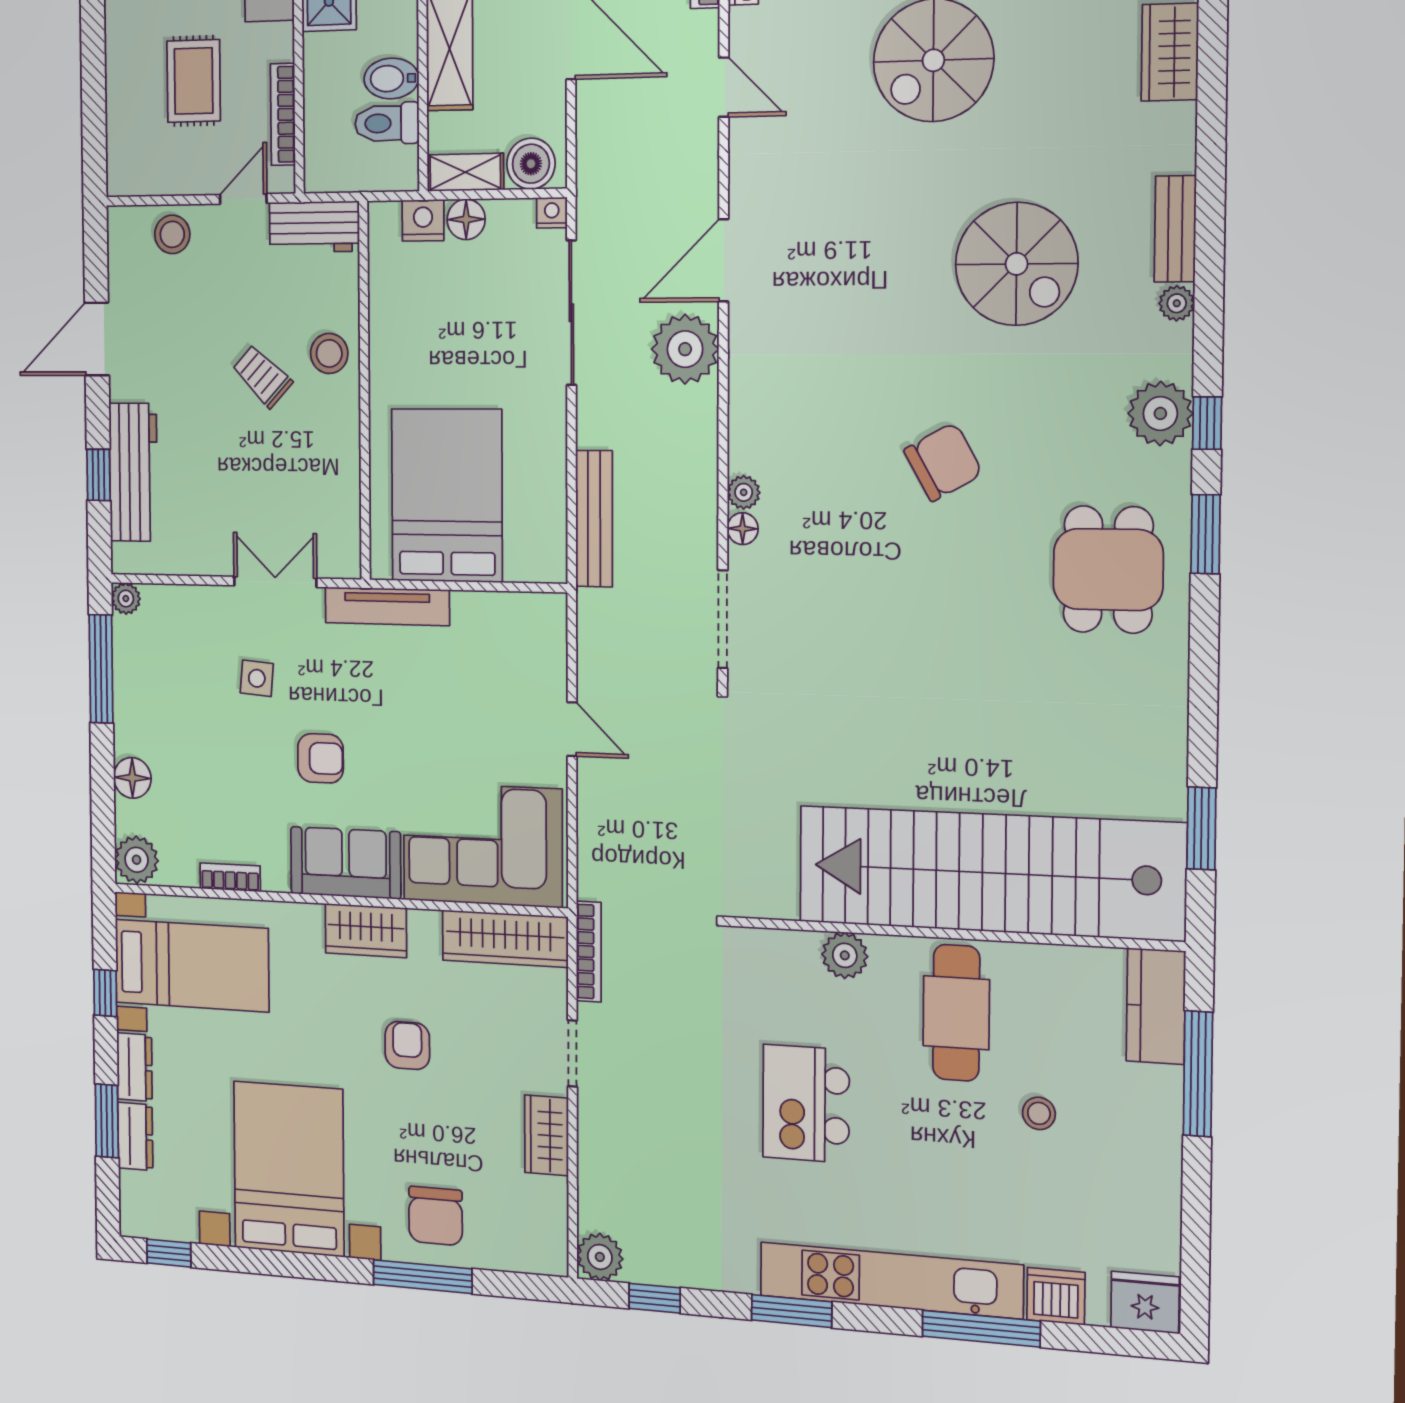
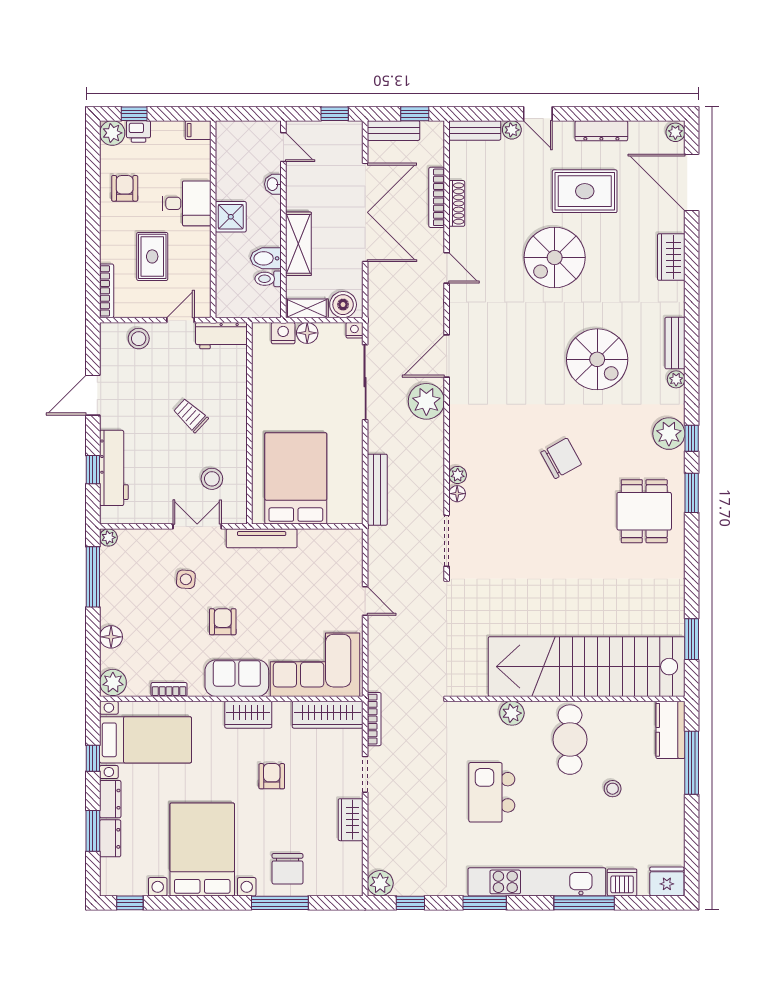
bookcase: (283, 114) -> (107, 291), moved, turned 180
toilet: (387, 123) -> (268, 279), width x0.73, depth x0.72
stool: (329, 353) -> (212, 479), moved
armchair: (321, 758) -> (223, 622), turned -90

